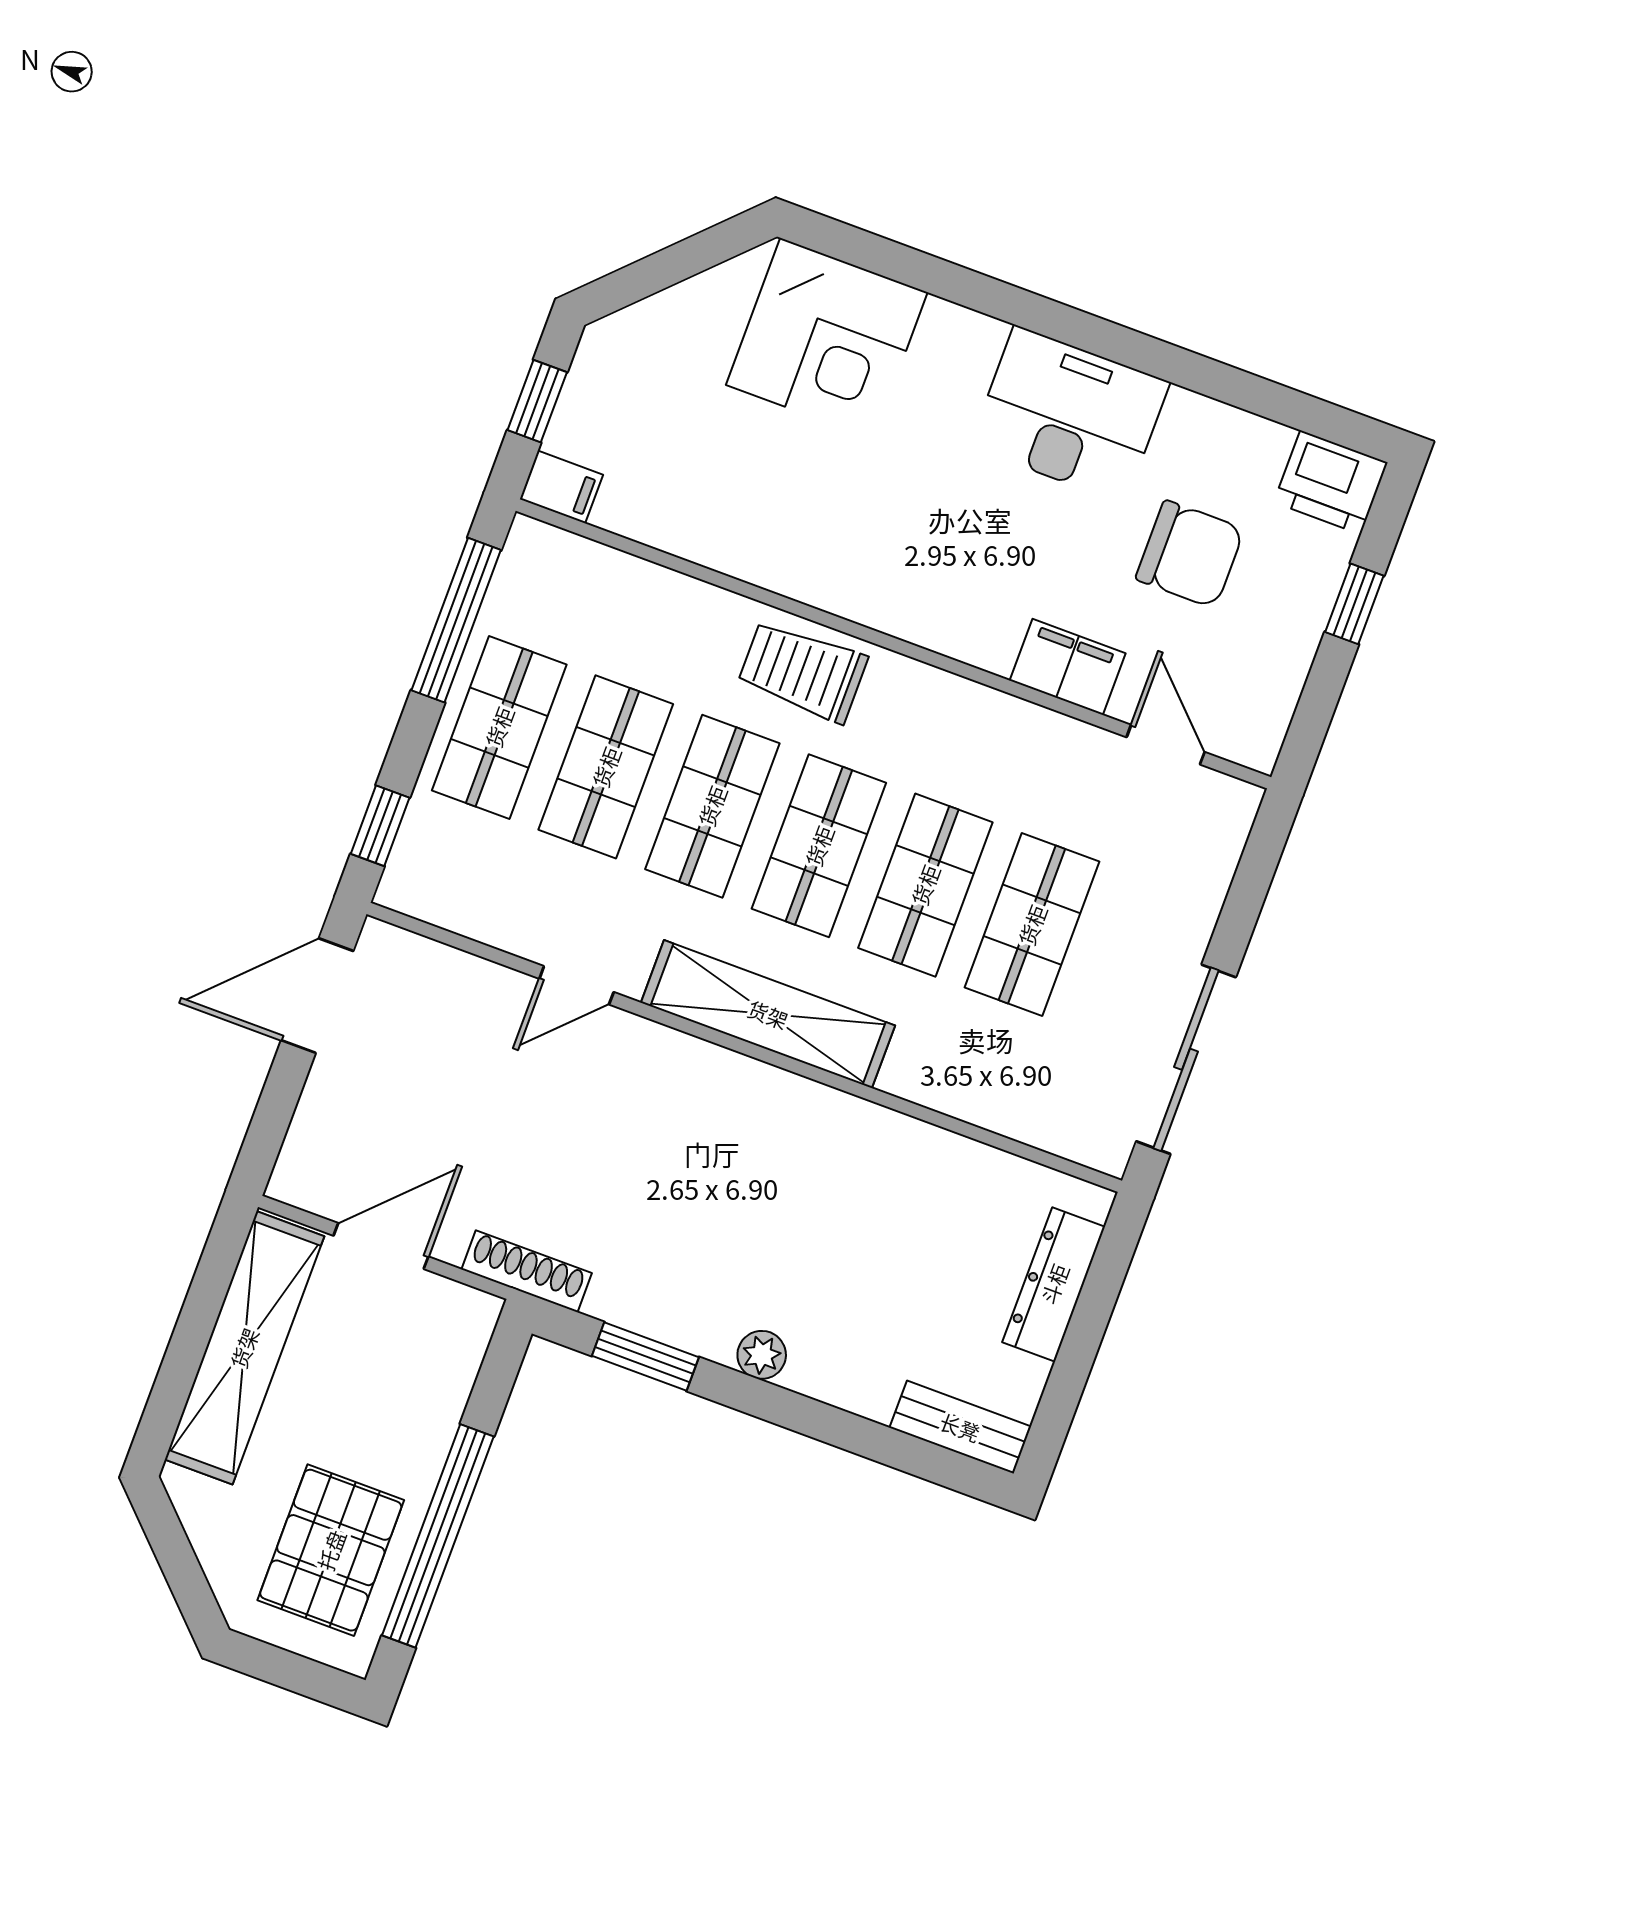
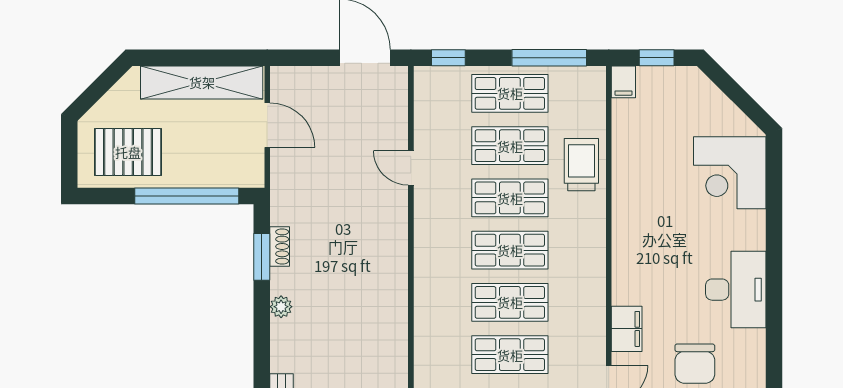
trolley: (803, 671) -> (581, 165), moved
shelving: (768, 1014) -> (429, 255), removed
shoe rack: (527, 1271) -> (280, 246), moved, width x0.70
window: (438, 1536) -> (187, 196), moved

